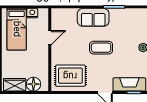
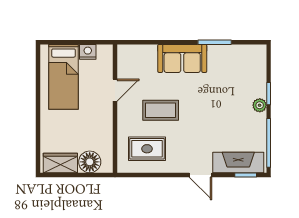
coffee table: (101, 48) -> (161, 110), moved
rug: (70, 76) -> (147, 149), width x0.73, depth x0.70

